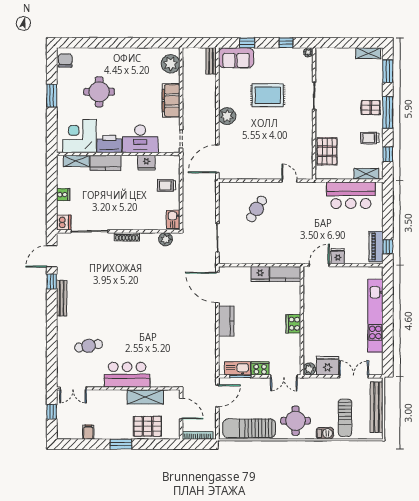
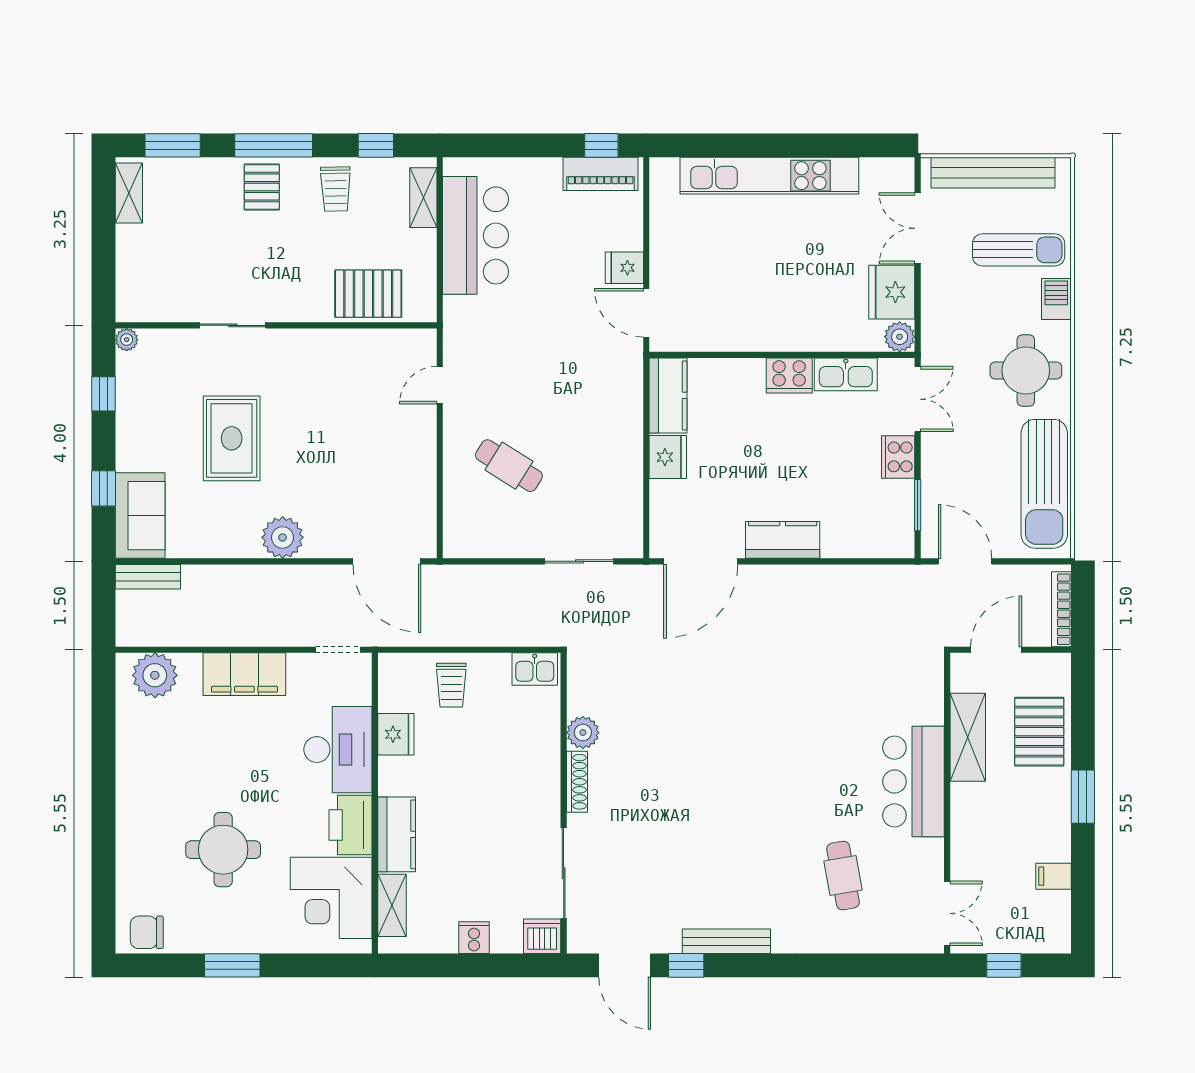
plant: (166, 239) -> (583, 733), moved
kitchen sink: (237, 368) -> (846, 374), moved, turned -90

